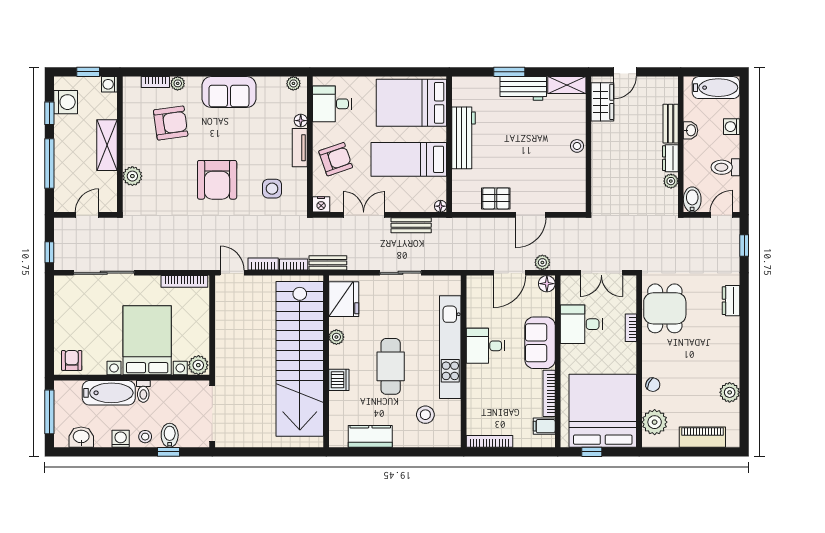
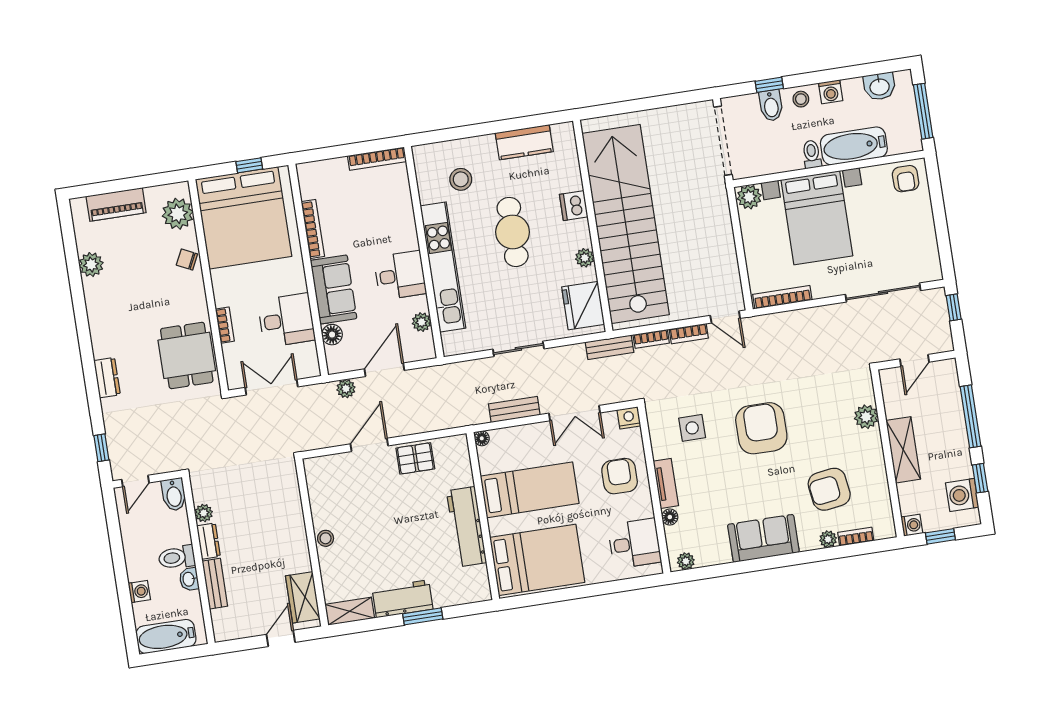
armchair: (336, 159) -> (620, 476), turned 109
toilet: (725, 167) -> (177, 557), moved, turned 180
floor lamp: (547, 284) -> (332, 335), moved
plant: (474, 306) -> (422, 322), added
filing cabinet: (544, 426) -> (313, 188), removed

